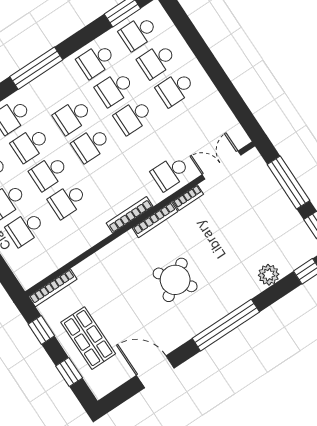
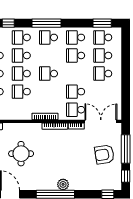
school desk: (72, 117) -> (48, 37), moved
school desk: (133, 117) -> (76, 92), moved
double door: (221, 165) -> (101, 121), width x1.37
armchair: (261, 213) -> (104, 154), added
plant: (269, 275) -> (63, 184), moved
round table: (175, 280) -> (21, 154), moved, turned 35

